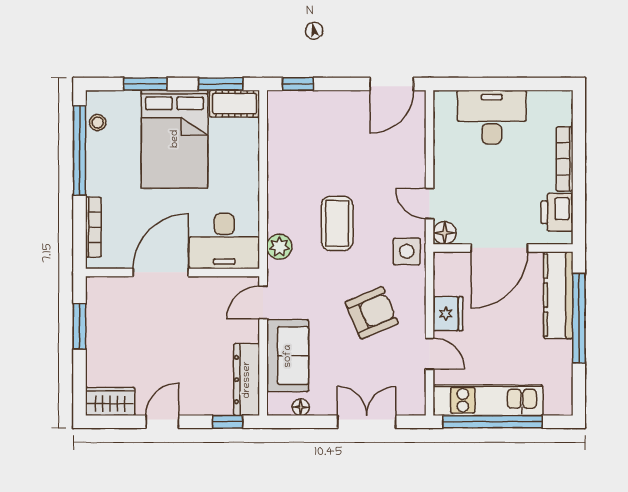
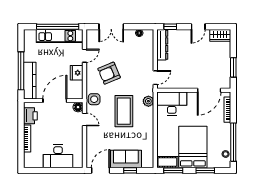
window: (298, 84) -> (130, 170), moved
coffee table: (337, 223) -> (124, 111), width x1.36, depth x1.32
door: (161, 272) -> (209, 90), moved
door: (430, 354) -> (84, 56), swing flipped
sofa: (288, 356) -> (126, 159), moved, turned 90

